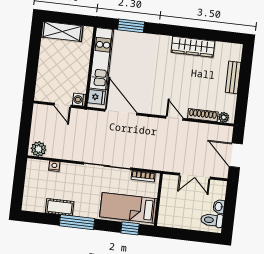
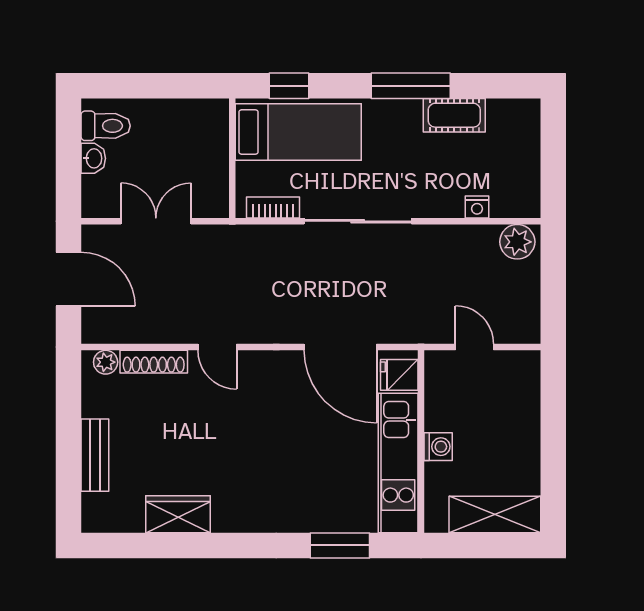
wardrobe: (193, 47) -> (178, 514), width x0.67
washing machine: (79, 100) -> (438, 447), moved

